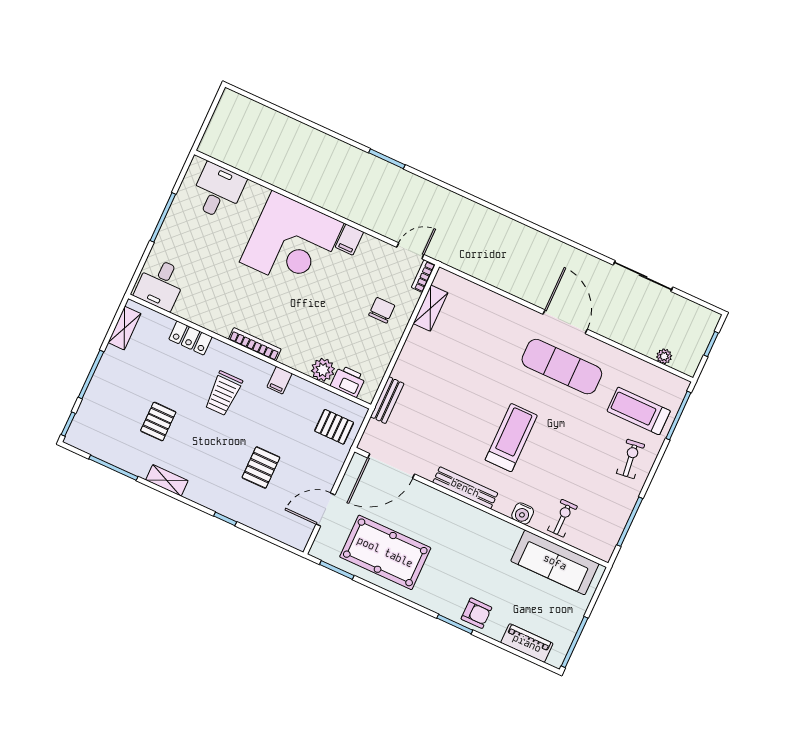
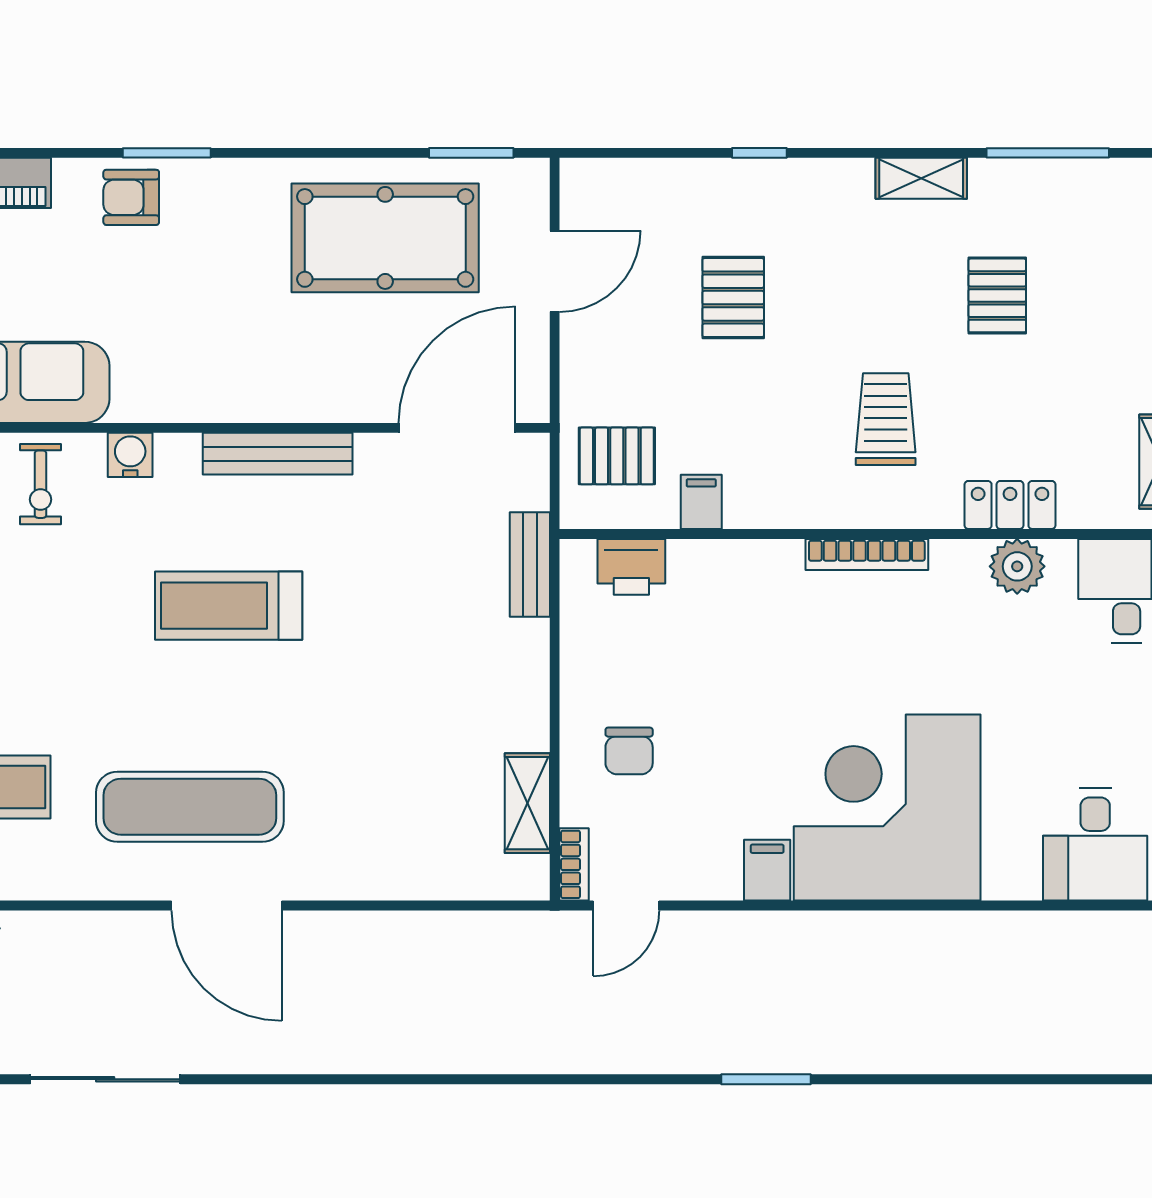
plant: (323, 370) -> (1017, 566), moved
filing cabinet: (279, 380) -> (701, 502), moved
treadmill: (511, 438) -> (229, 606), turned 90

